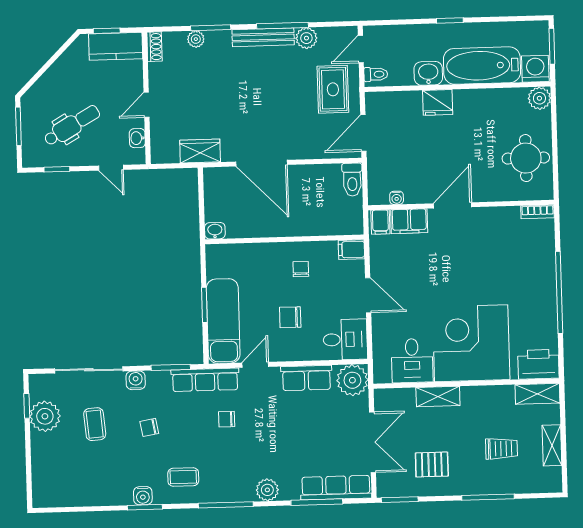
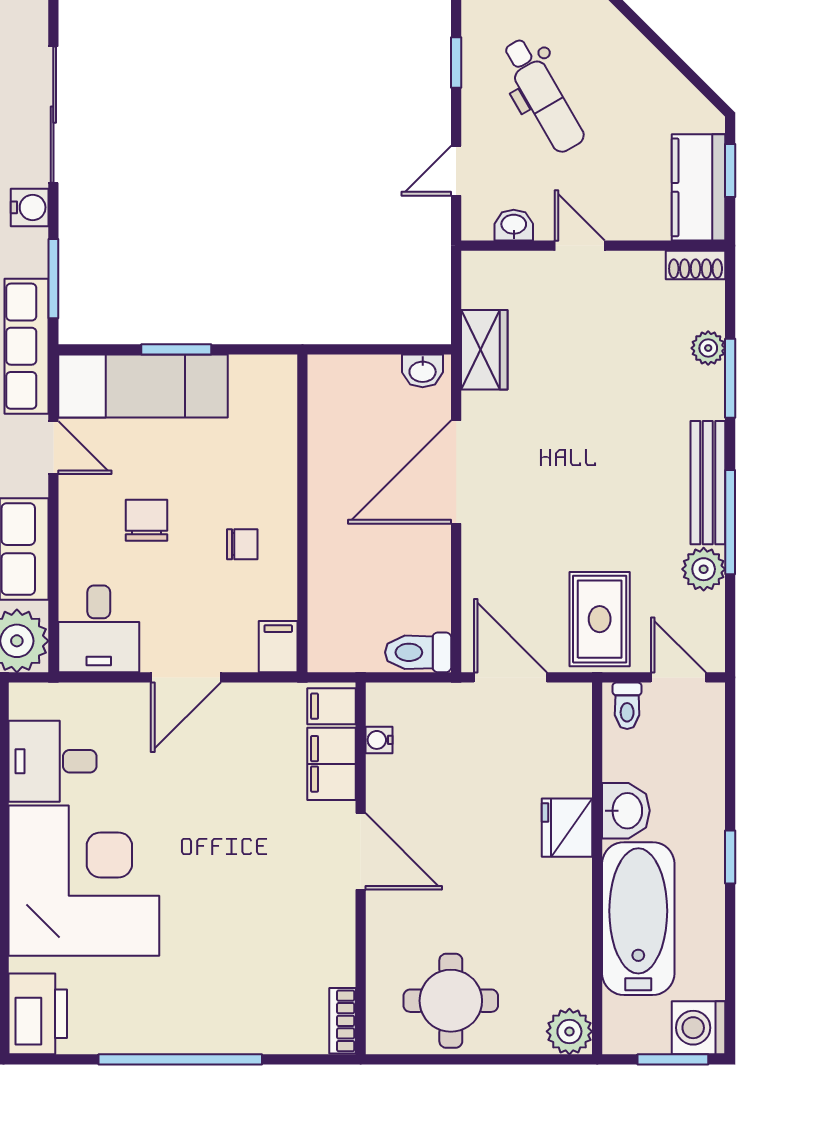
washing machine: (535, 69) -> (698, 1028), moved, turned 180
rug: (333, 89) -> (600, 619), turned 90
washbasin: (215, 231) -> (423, 371), moved, turned 90

